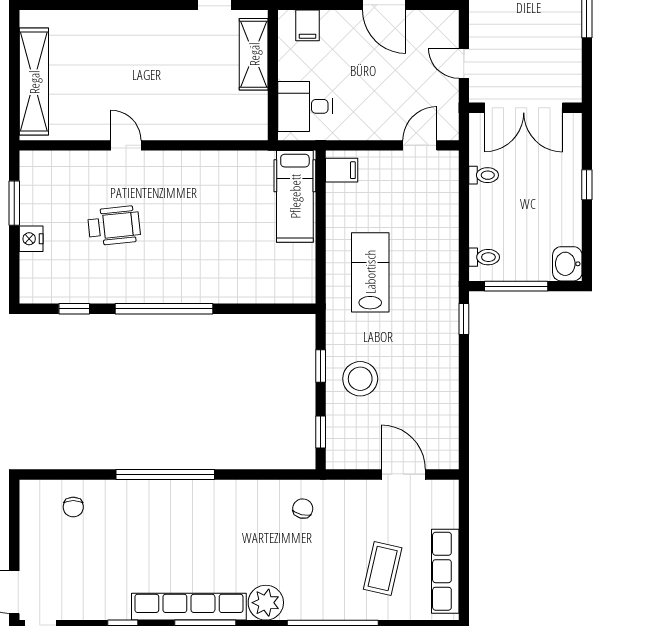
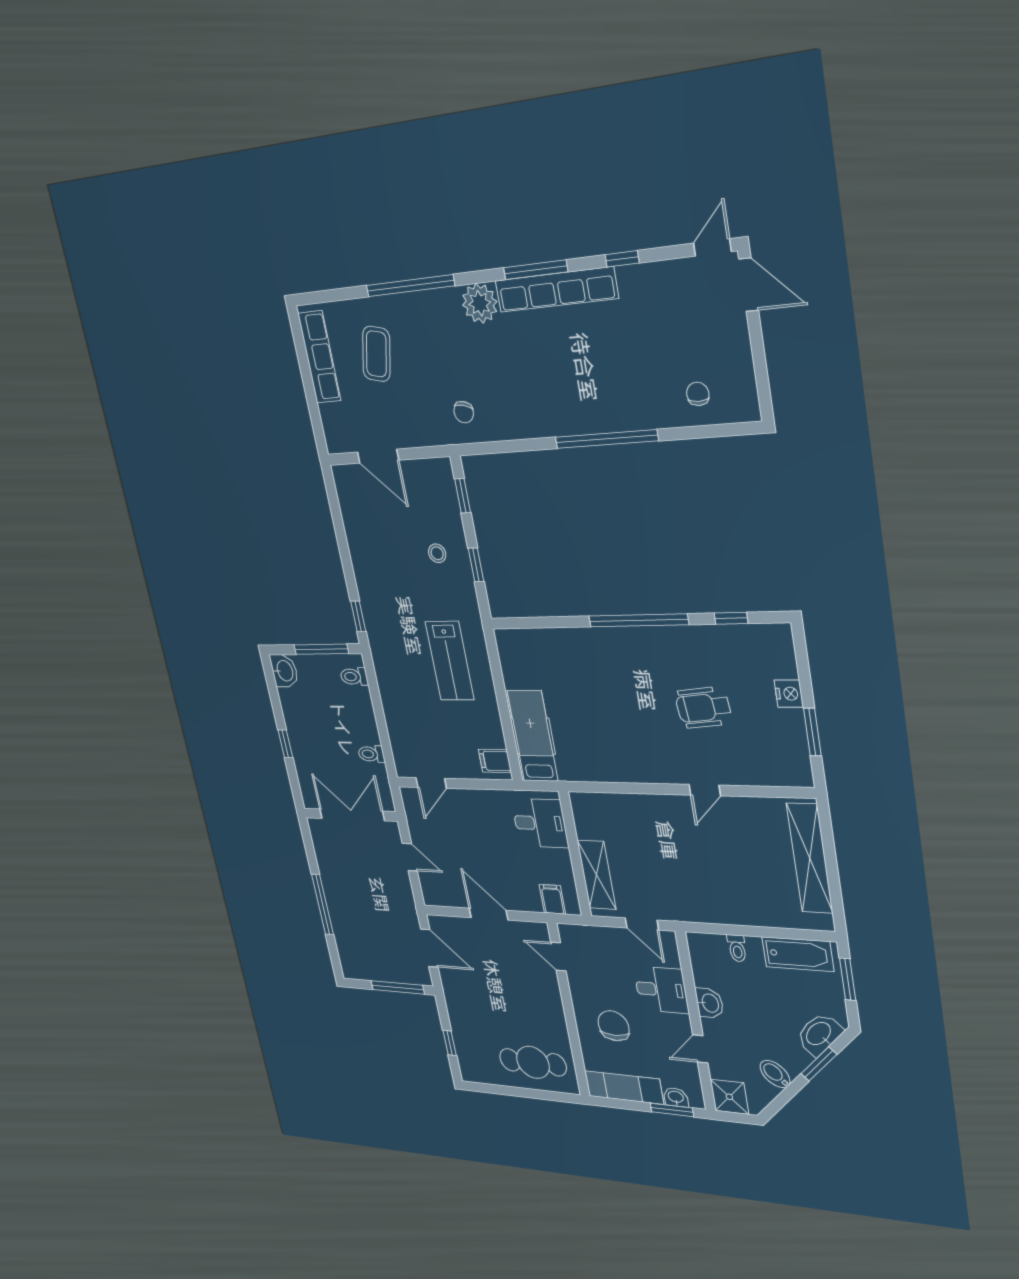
door: (126, 145) -> (705, 790), hinge flipped
stool: (360, 379) -> (437, 553), width x0.53, depth x0.53

